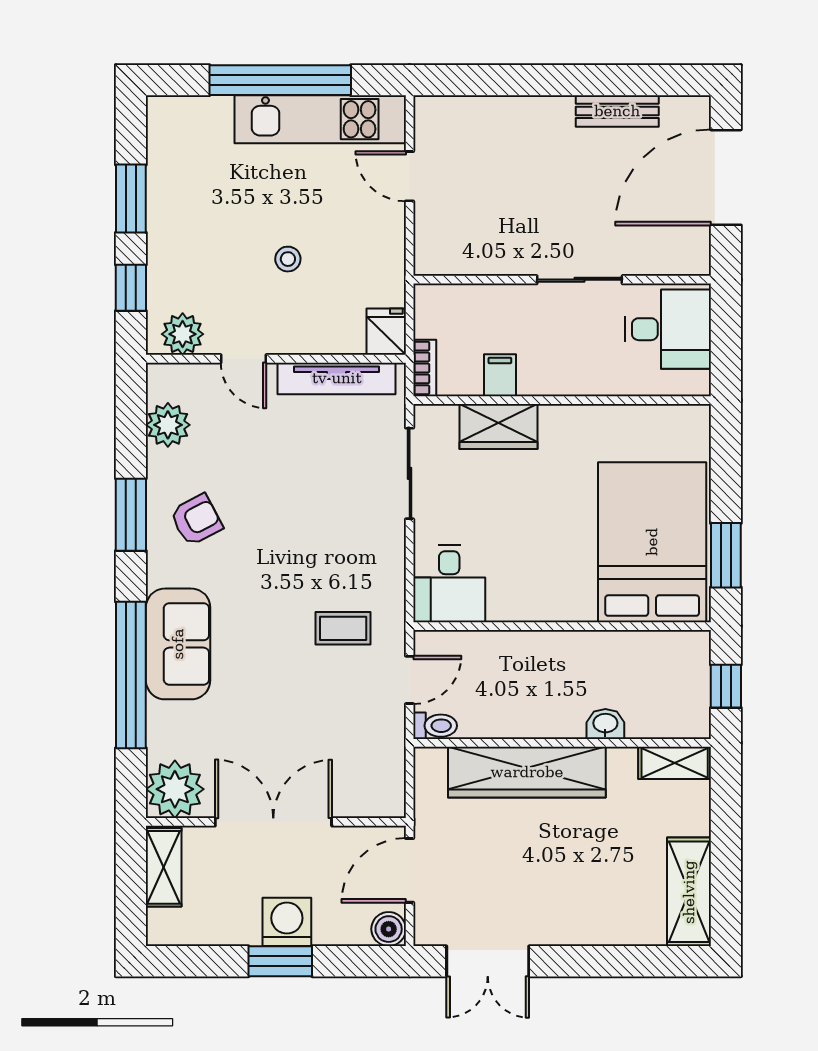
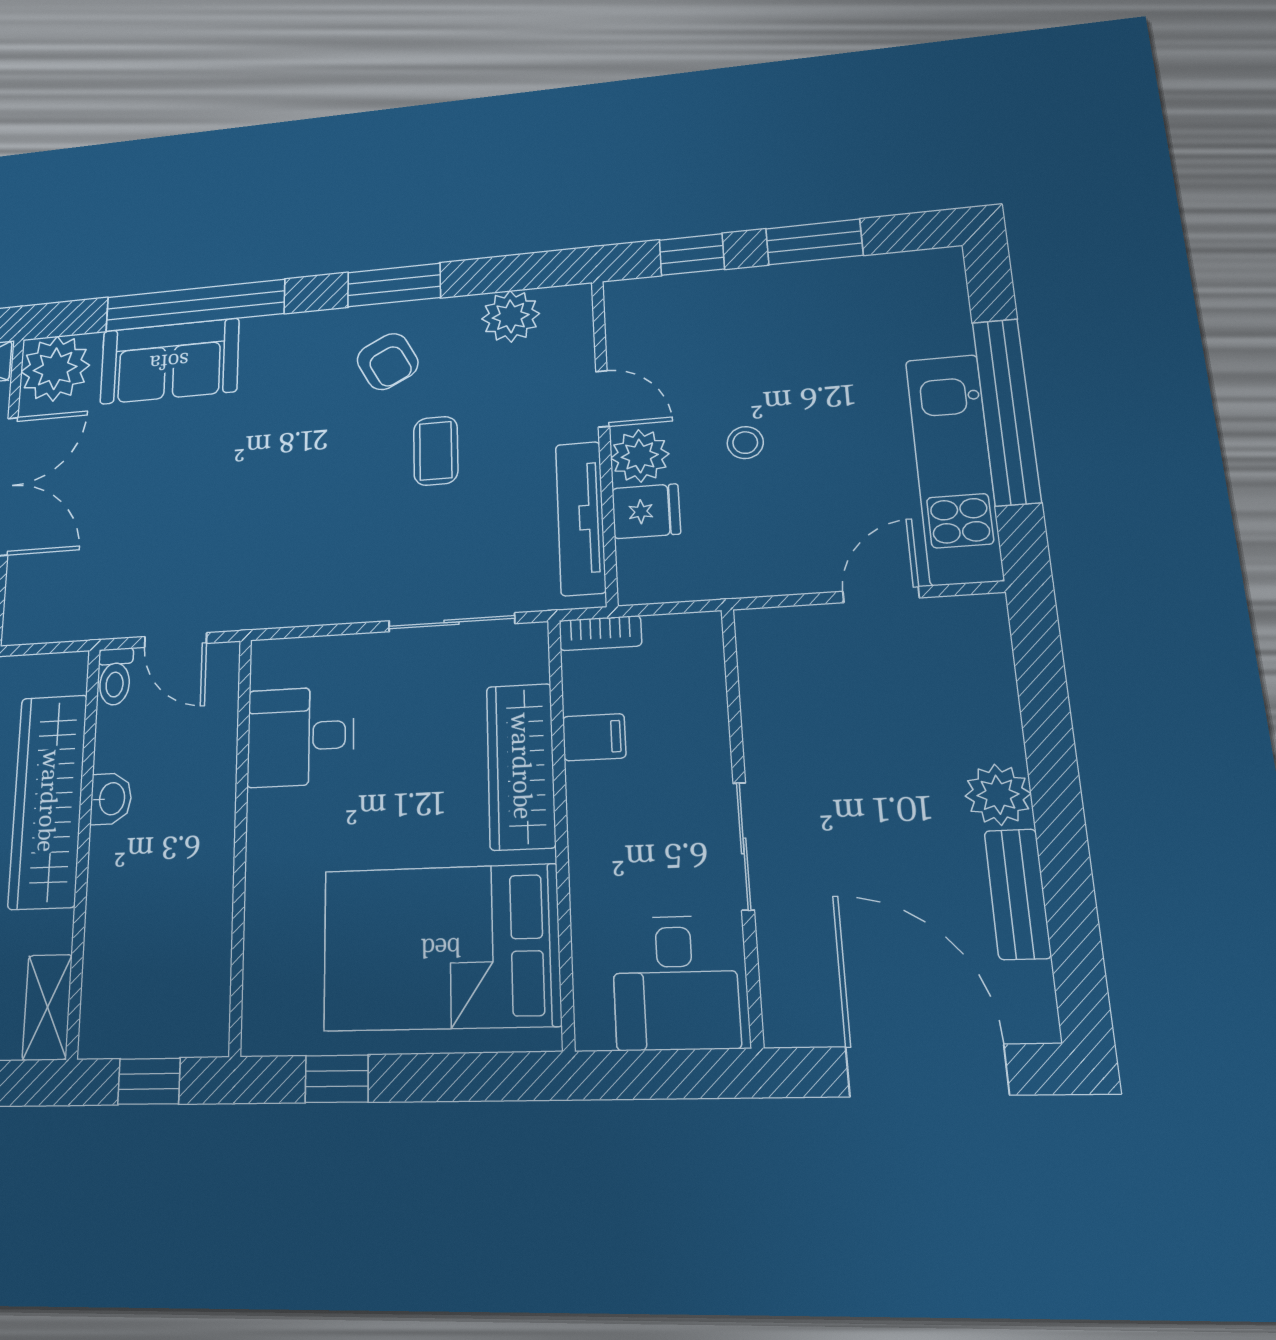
plant: (552, 116) -> (998, 795), added
fridge: (386, 332) -> (646, 511), moved
plant: (183, 334) -> (640, 456), moved
door: (243, 359) -> (603, 399), swing flipped
wardrobe: (498, 426) -> (521, 766), width x1.50
bed: (652, 542) -> (441, 947), moved, turned 180
window: (726, 555) -> (337, 1079), width x0.67
desk: (449, 584) -> (301, 736), moved
coffee table: (343, 628) -> (436, 451), moved
sofa: (178, 644) -> (169, 361), moved
washbasin: (605, 724) -> (111, 799), moved

